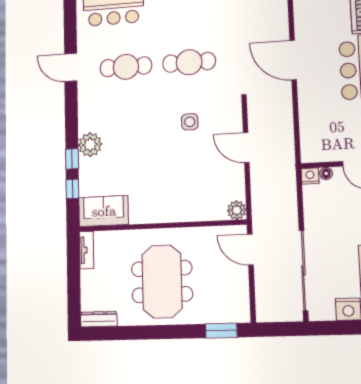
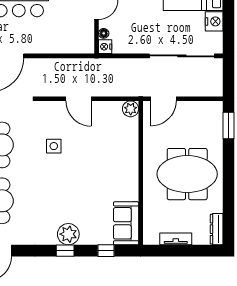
door: (246, 148) -> (79, 99), hinge flipped
window: (72, 159) -> (65, 251), moved
tv unit: (87, 250) -> (176, 239), moved

